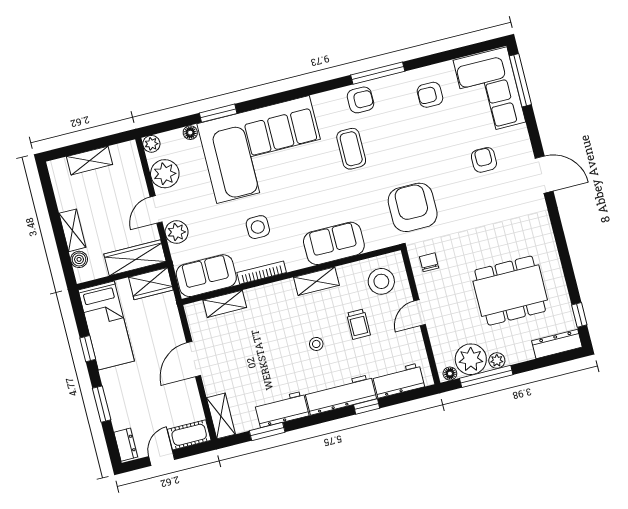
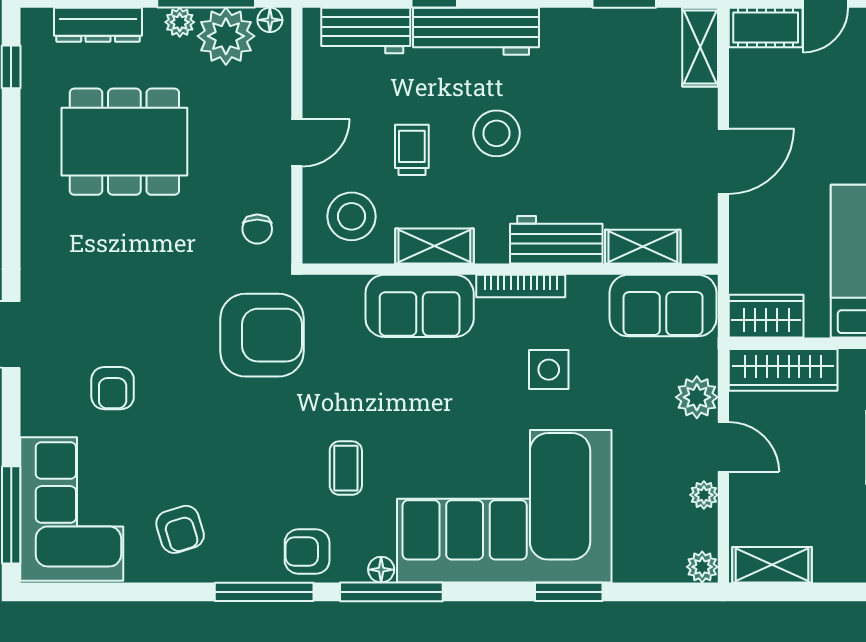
window: (311, 90) -> (391, 592), added
armchair: (430, 95) -> (180, 529), turned 73
floor lamp: (190, 133) -> (381, 570), moved
coffee table: (351, 149) -> (346, 468), width x0.73, depth x0.77
shelving: (89, 161) -> (772, 565), moved
plant: (165, 174) -> (704, 495), width x0.53, depth x0.53
armchair: (413, 207) -> (262, 335), turned -90
door: (156, 209) -> (723, 447), hinge flipped
bookcase: (262, 273) -> (521, 286), moved
shelving: (316, 281) -> (434, 246), moved
stool: (316, 344) -> (497, 133), width x1.89, depth x1.89
dresser: (557, 344) -> (98, 25), moved
workbench: (282, 409) -> (556, 240), moved, turned 180

